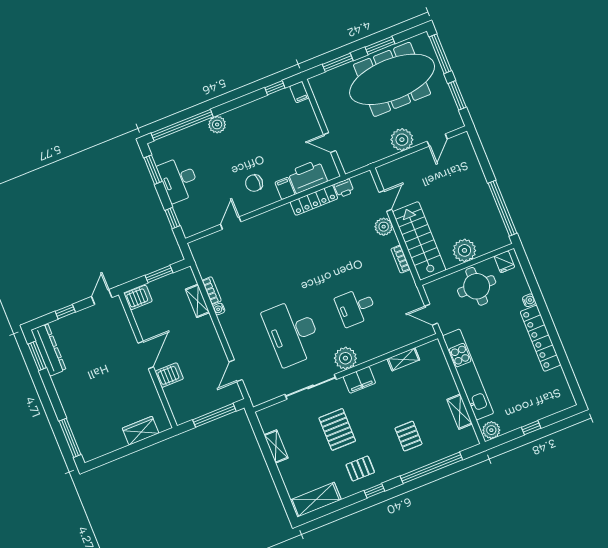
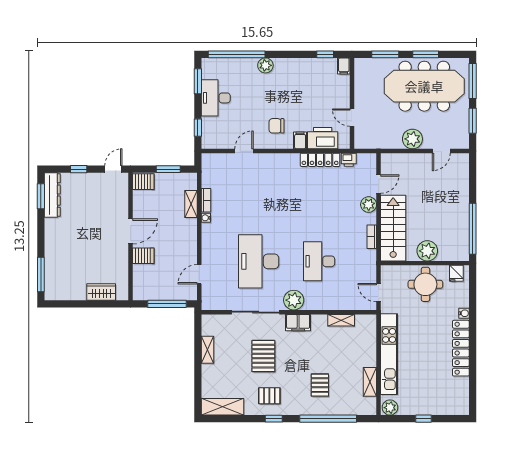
desk: (356, 307) -> (319, 261), width x1.37

